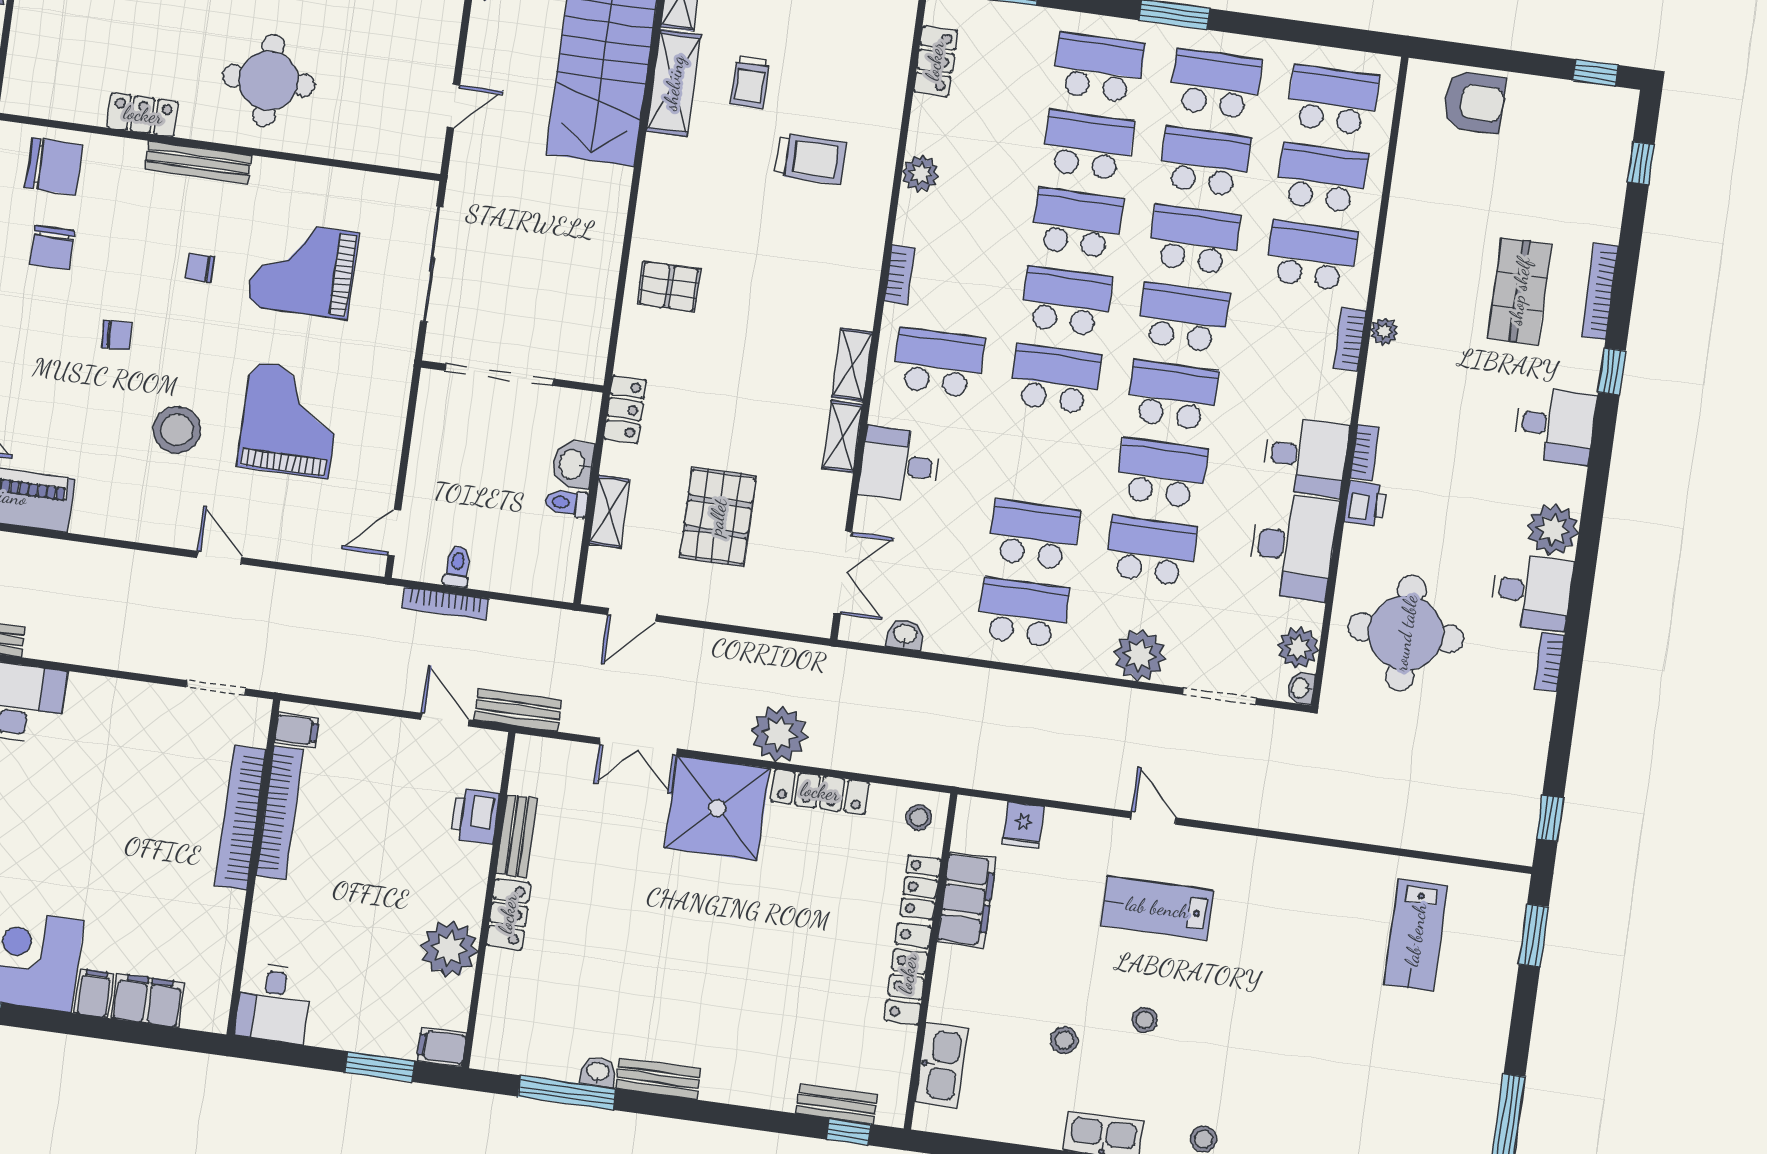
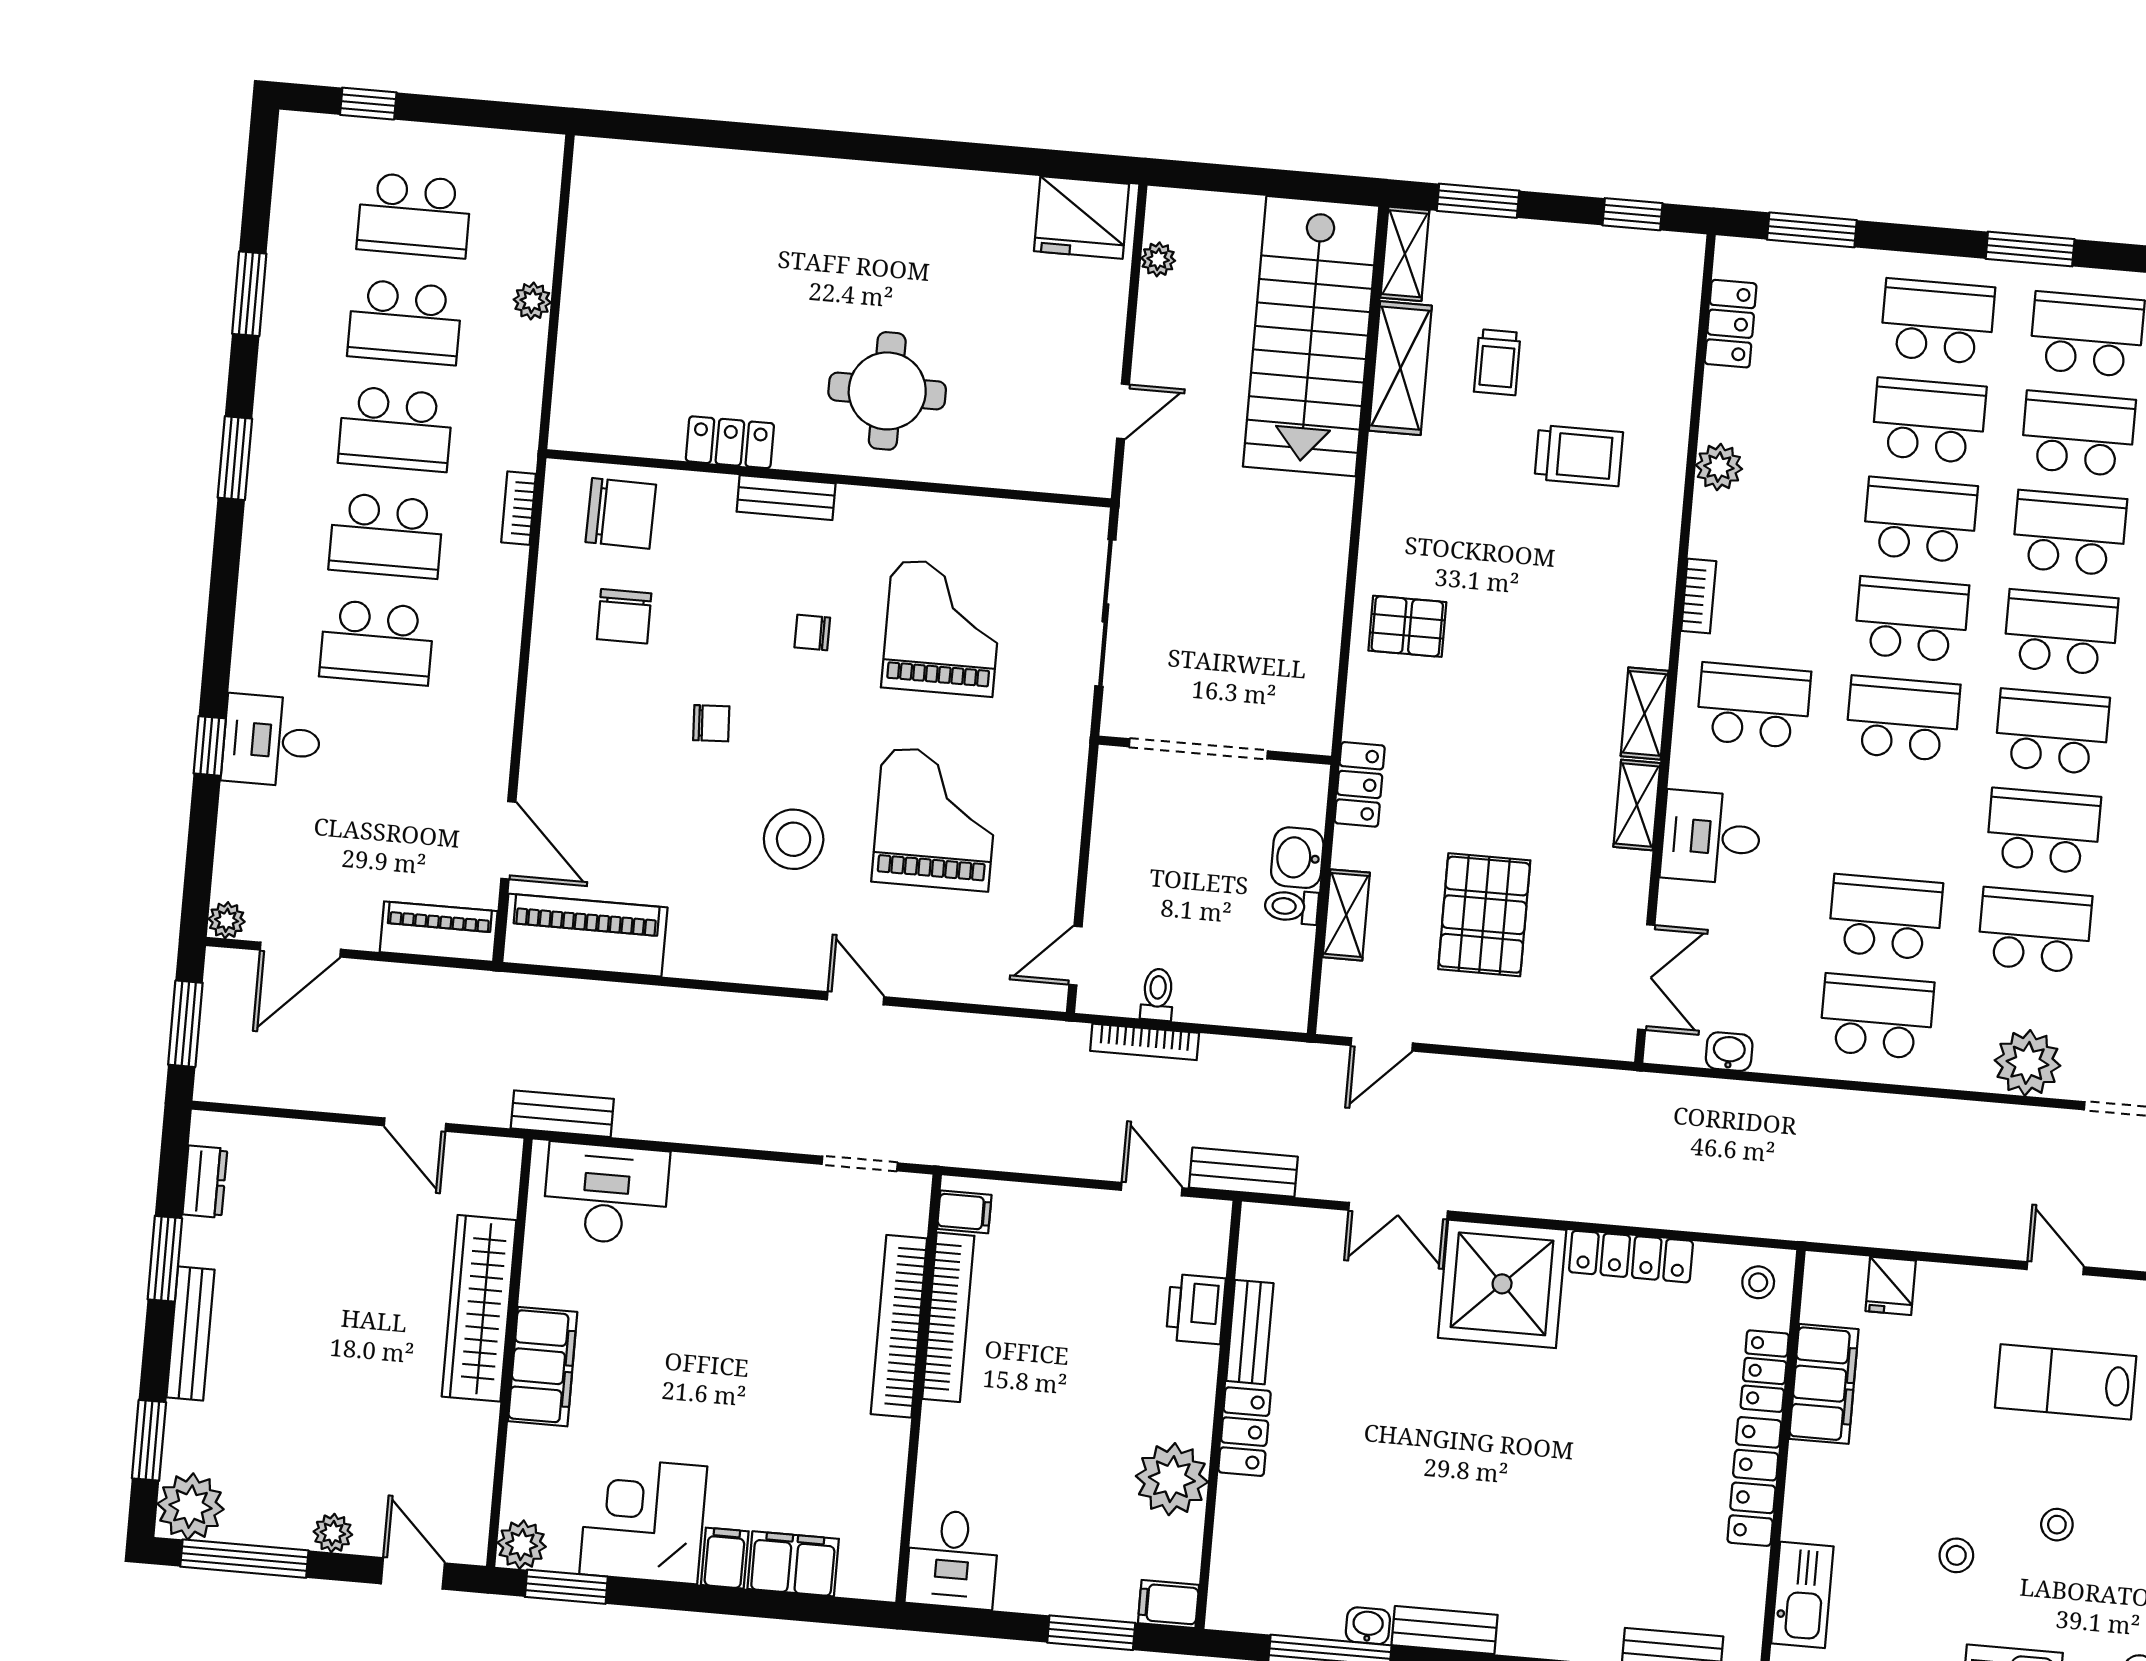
bench: (198, 162) -> (786, 498), width x0.73
grand piano: (302, 269) -> (942, 628), turned 90
plant: (779, 734) -> (1576, 1186), removed

